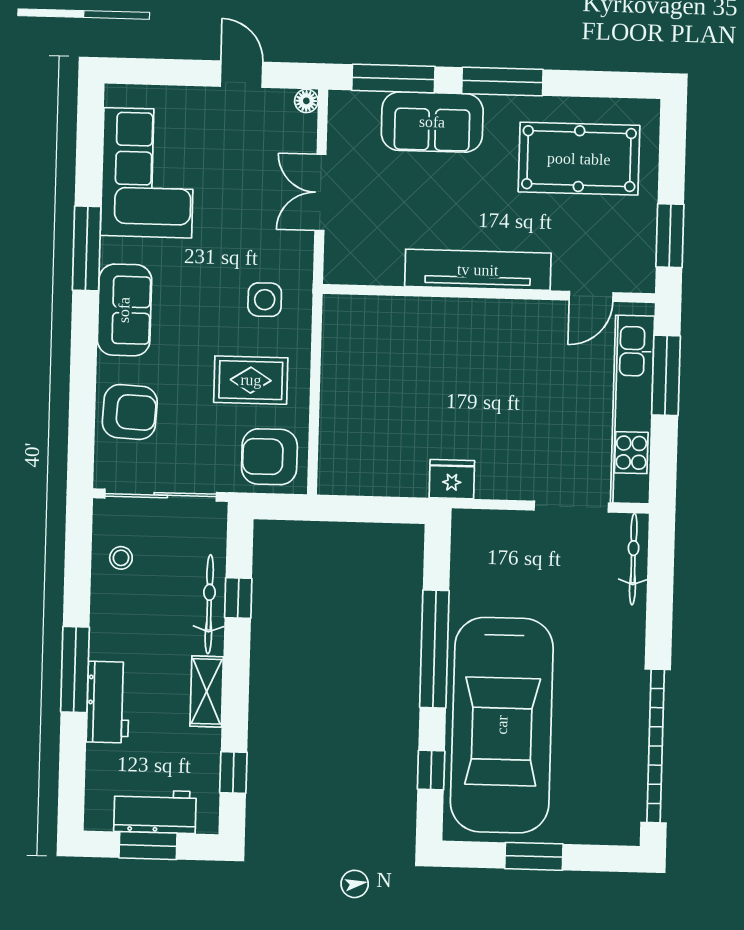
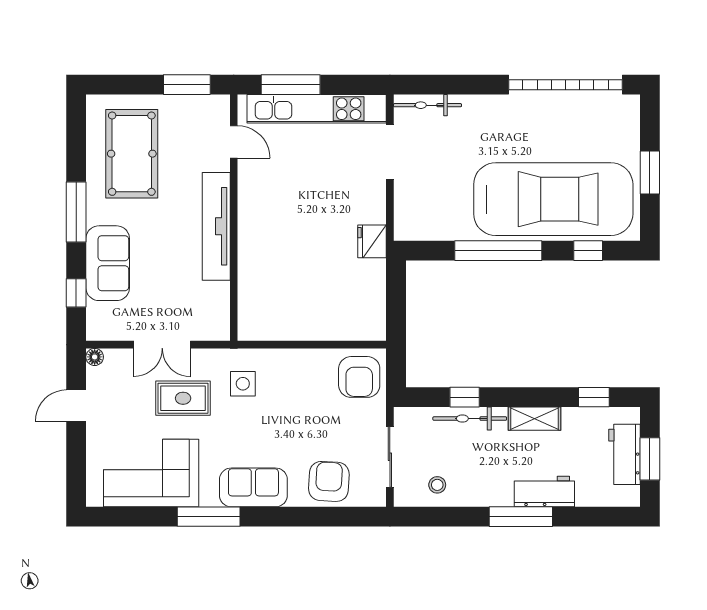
window: (393, 78) -> (76, 293), width x0.46
rug: (251, 380) -> (183, 398), moved, turned 90
sliding door: (161, 495) -> (390, 457), width x0.73

